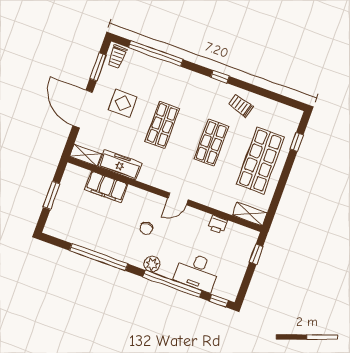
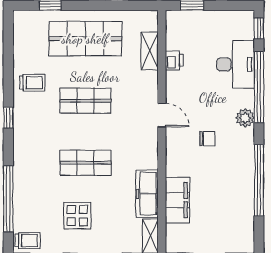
trolley: (241, 106) -> (32, 83), turned -106
shelving: (250, 214) -> (150, 51), moved

